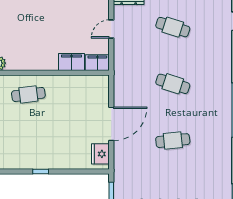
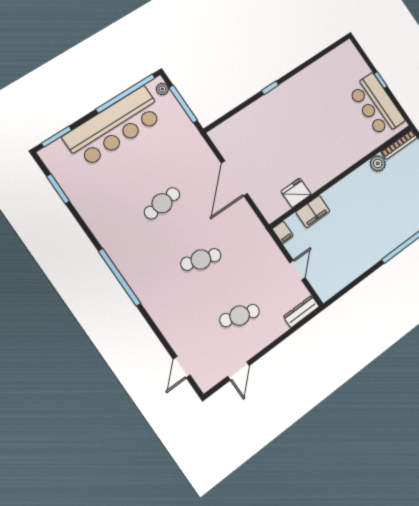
filing cabinet: (97, 63) -> (283, 232), width x0.50
cafe table: (28, 94) -> (331, 153), removed
fridge: (100, 154) -> (296, 193), moved, turned -90

